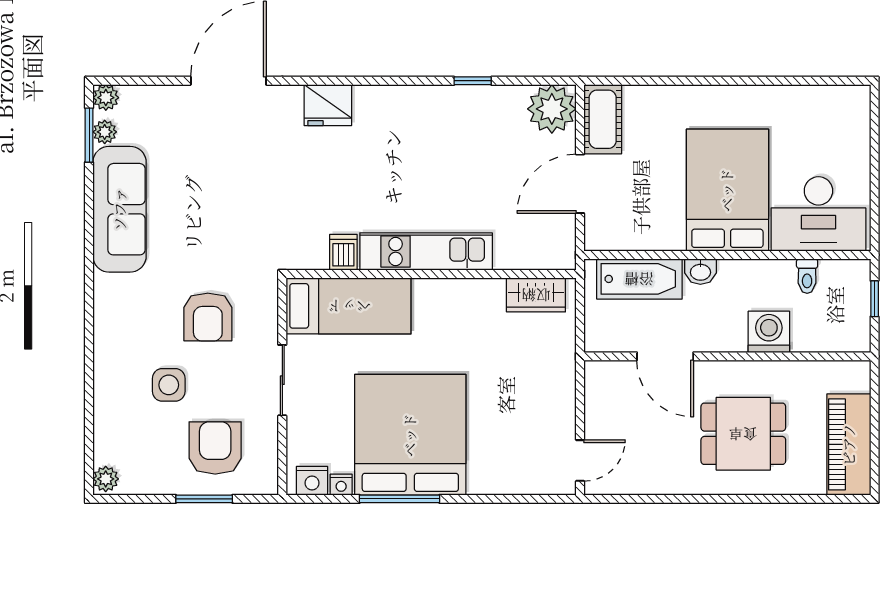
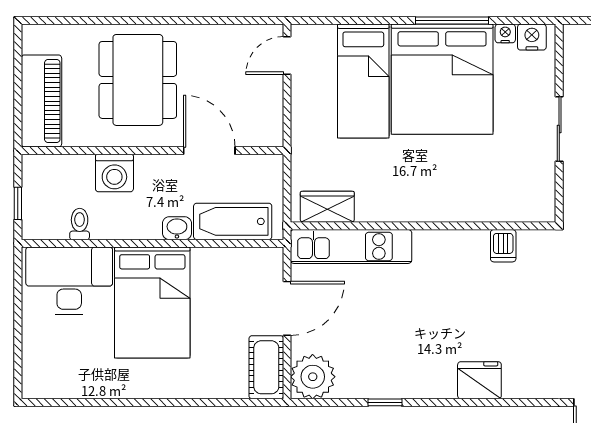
fridge: (328, 105) -> (479, 380), moved
kitchen unit: (426, 251) -> (351, 246), moved
bed: (349, 306) -> (363, 81), moved, turned -90
dining table: (743, 434) -> (138, 80), width x1.38
piano: (849, 444) -> (41, 101), moved

